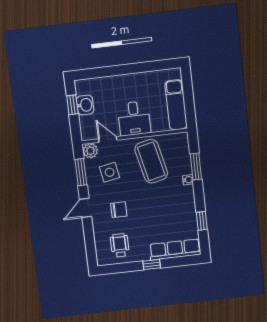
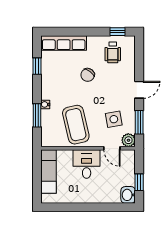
washbasin: (85, 105) -> (128, 195), moved
chair: (119, 210) -> (88, 75), moved, turned -53
window: (152, 264) -> (118, 32), moved

